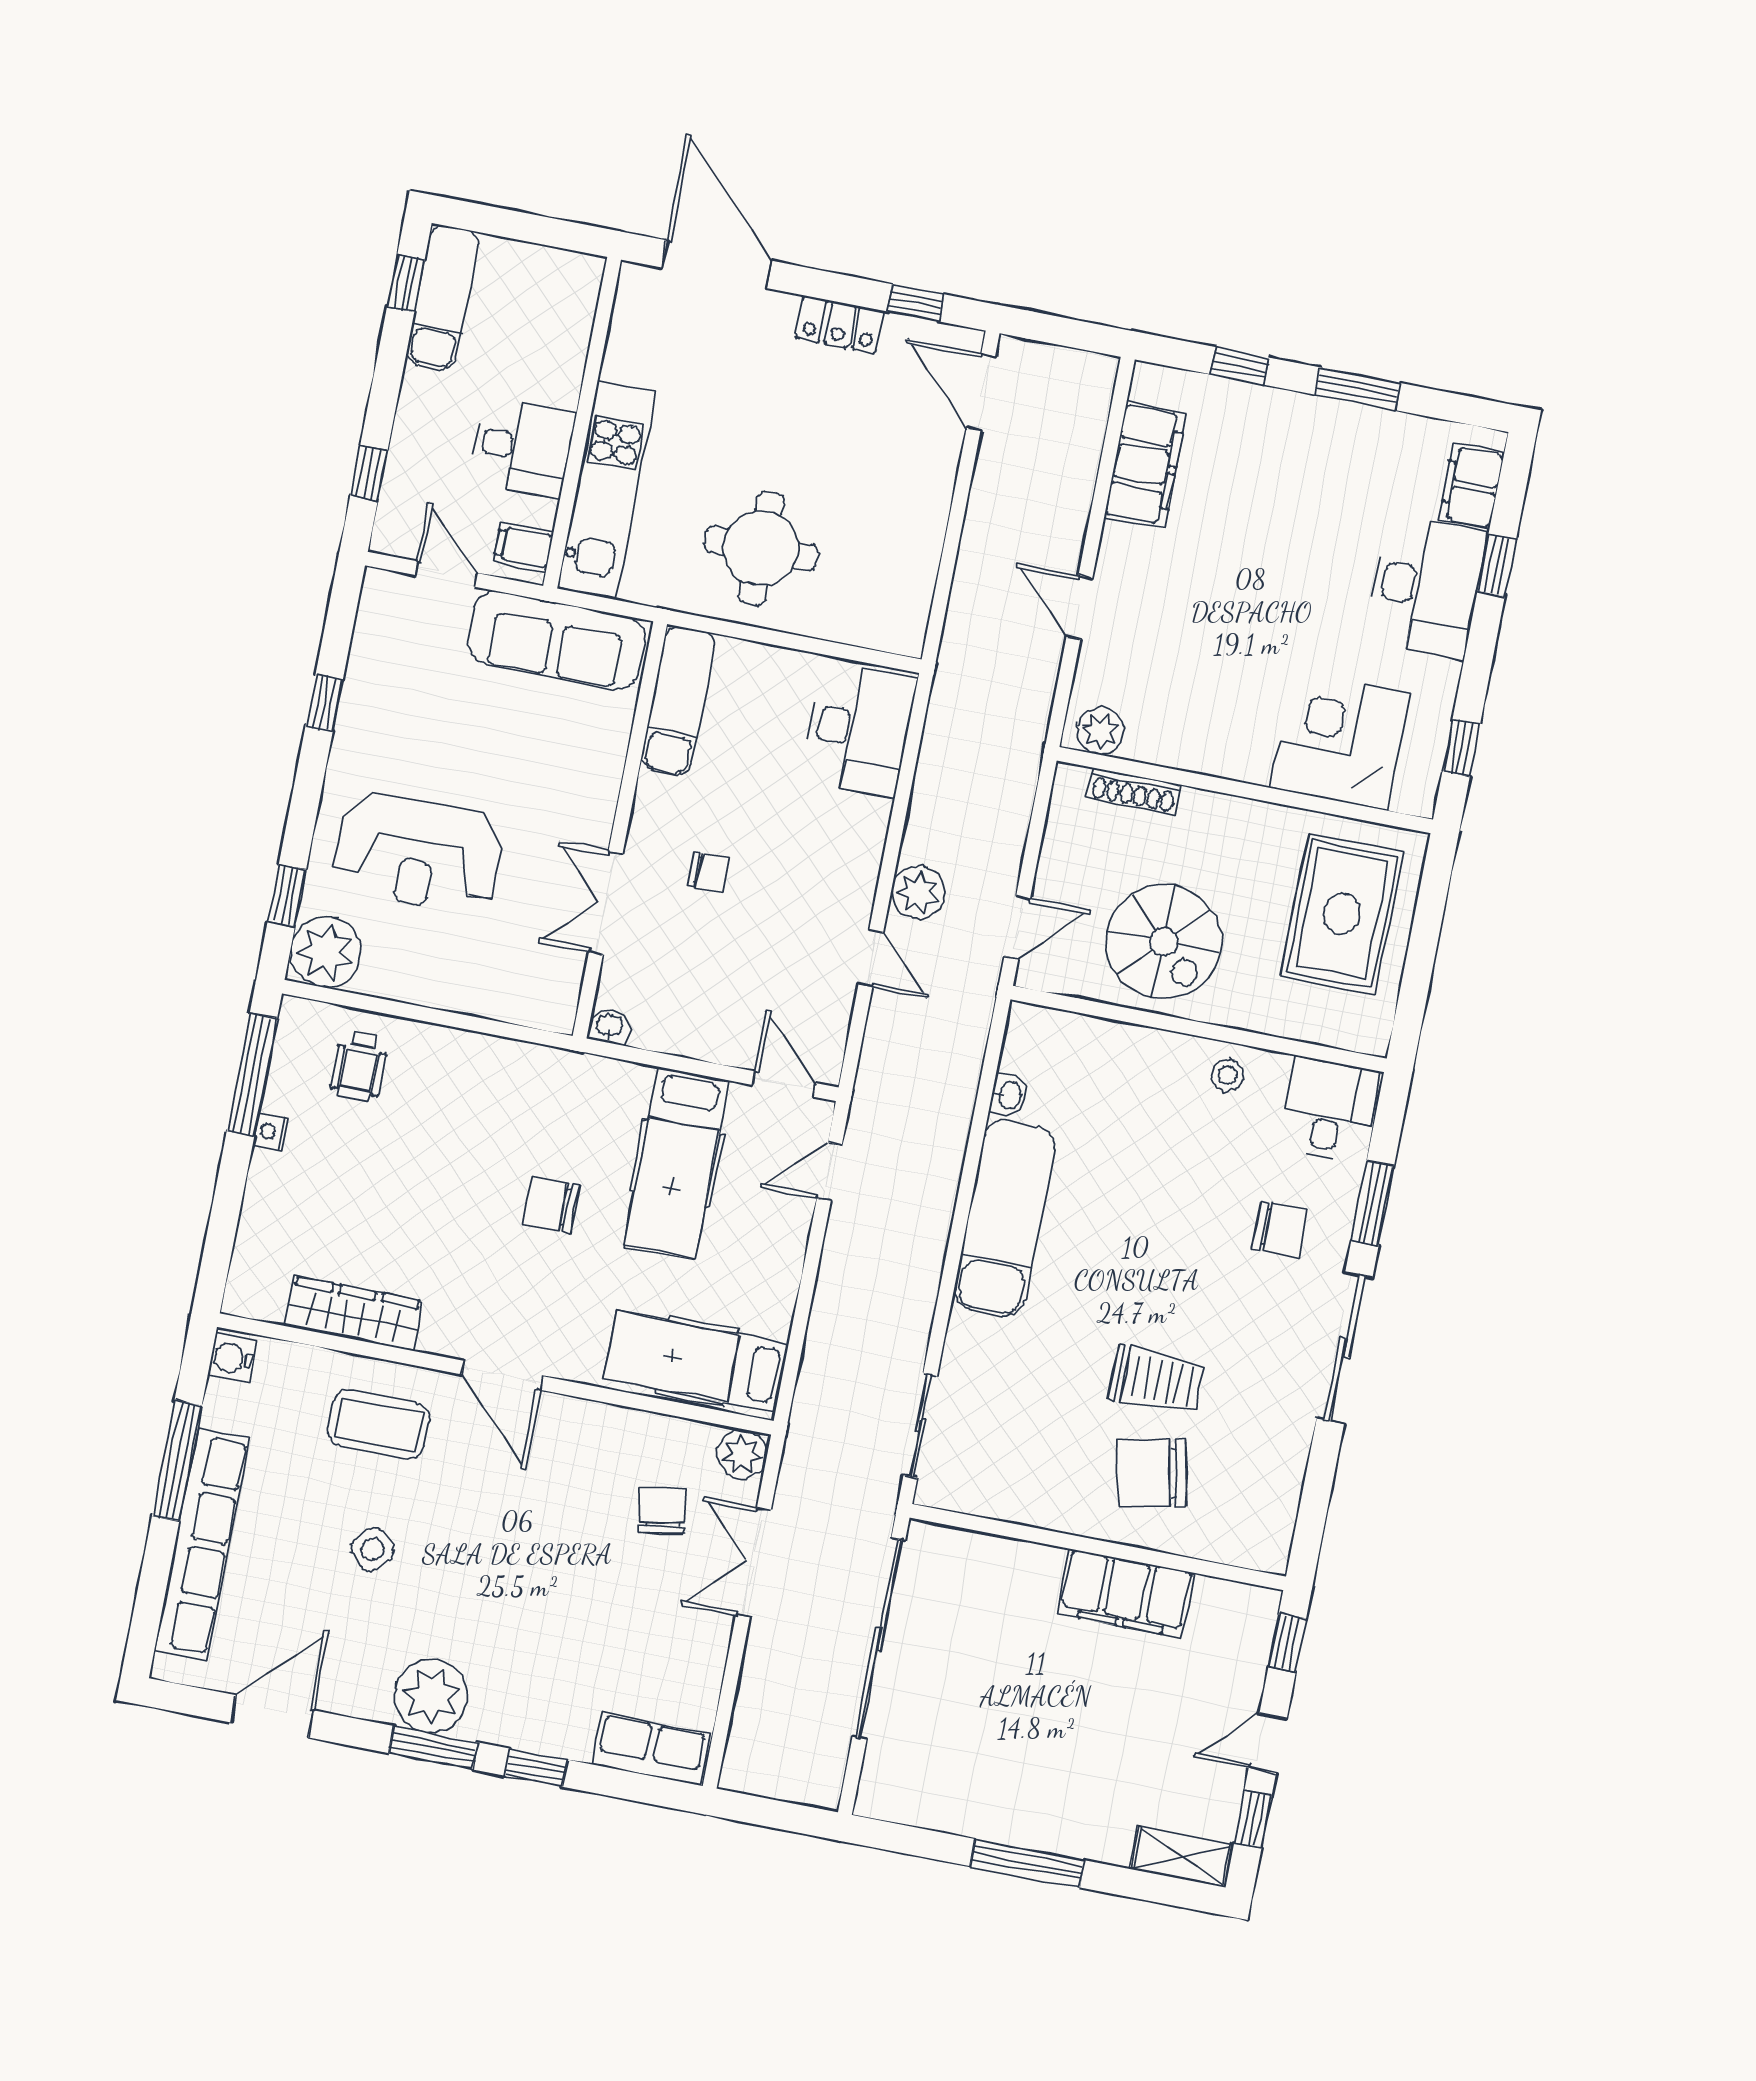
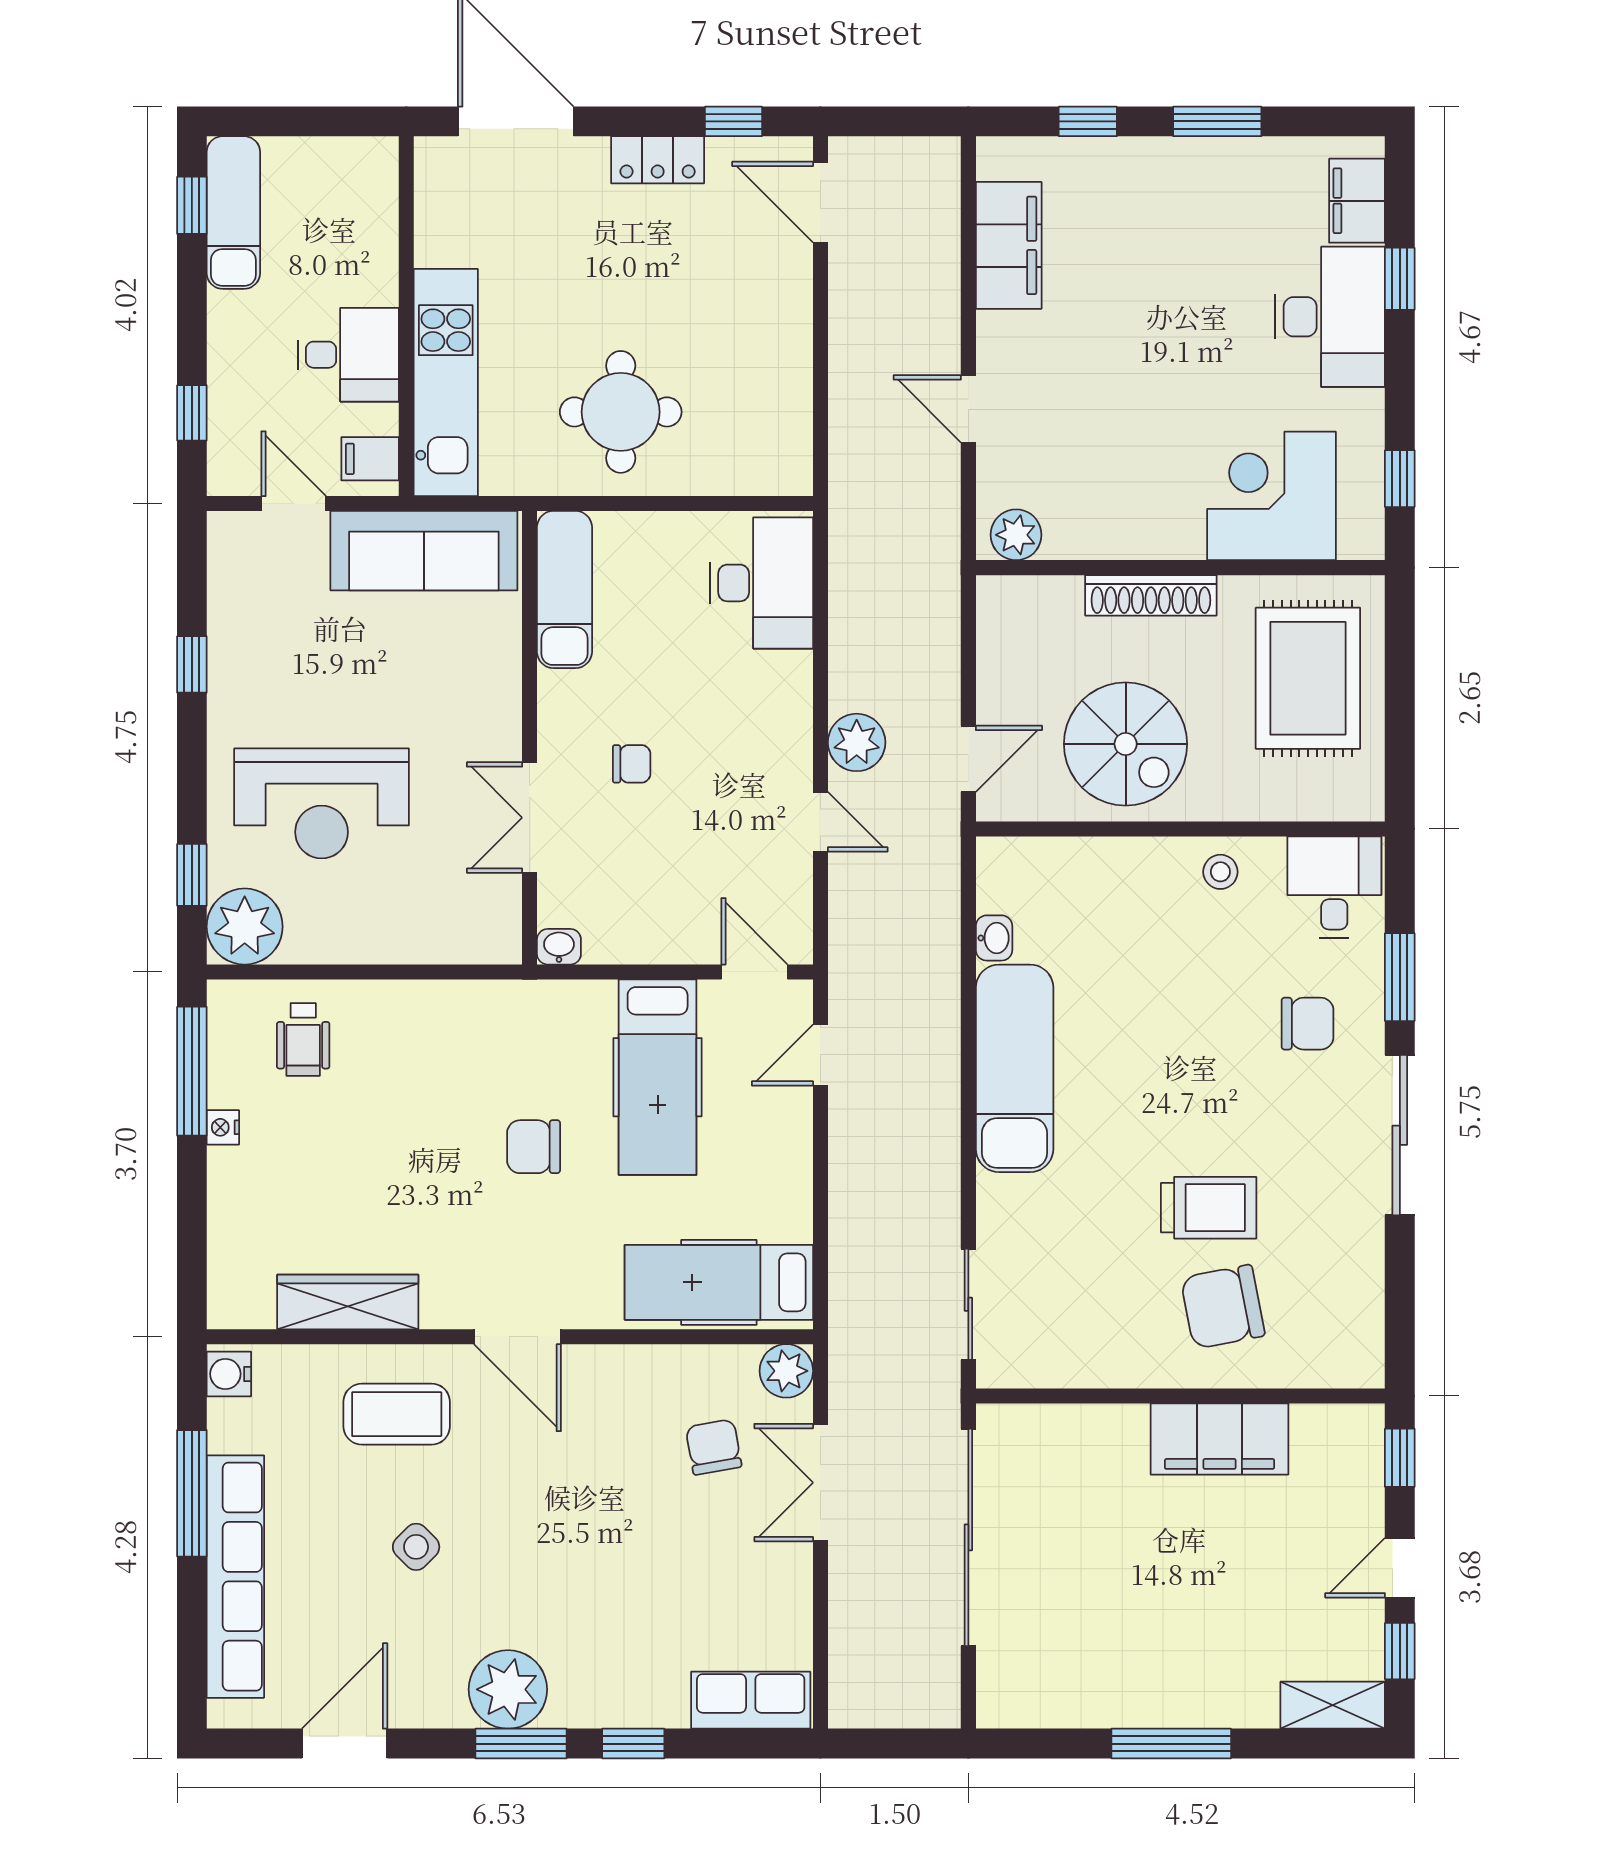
shoe rack: (1134, 791) -> (1151, 595), moved, width x1.36, depth x1.24

